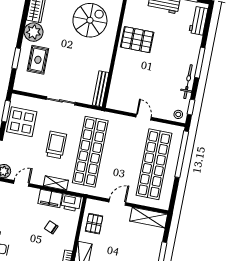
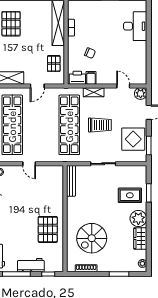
pallet: (137, 40) -> (48, 229), turned 90
rug: (38, 60) -> (130, 195), turned 90
trolley: (56, 145) -> (100, 125), turned -90
door: (21, 183) -> (123, 86), swing flipped
filing cabinet: (50, 198) -> (91, 78), width x0.50

